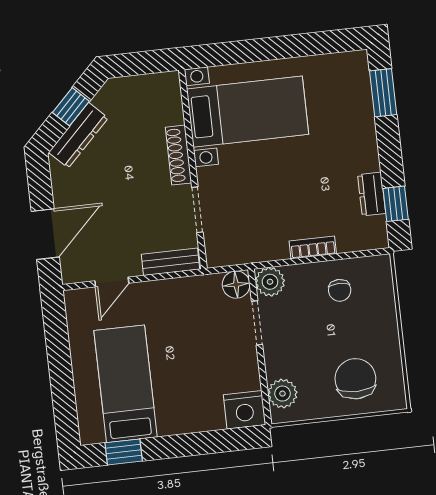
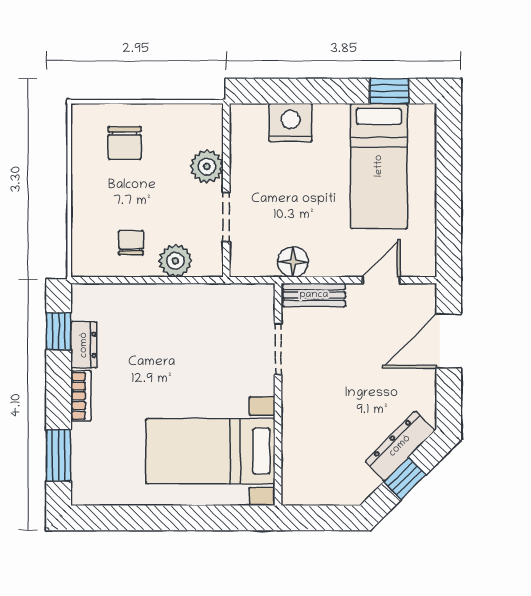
shoe rack: (178, 155) -> (292, 412), removed
bookcase: (313, 247) -> (81, 396), moved, turned -90
plant: (270, 282) -> (175, 261), moved
floor lamp: (236, 285) -> (293, 262), moved
chair: (355, 379) -> (125, 143), width x0.73, depth x0.73
plant: (283, 394) -> (207, 166), moved
nightstand: (245, 410) -> (291, 123), moved

